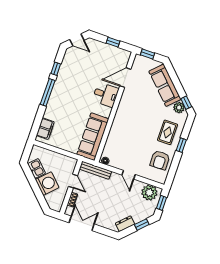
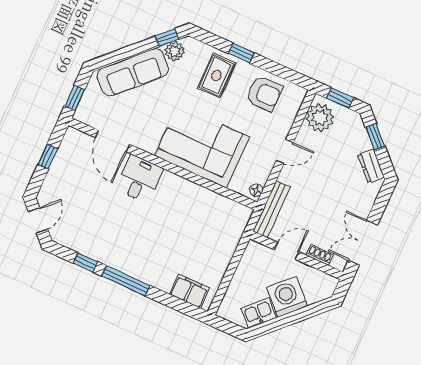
corner sofa: (127, 128) -> (202, 146), added
rug: (168, 132) -> (216, 76), turned 90
sofa: (93, 137) -> (212, 208), removed

